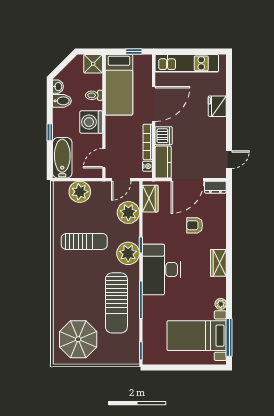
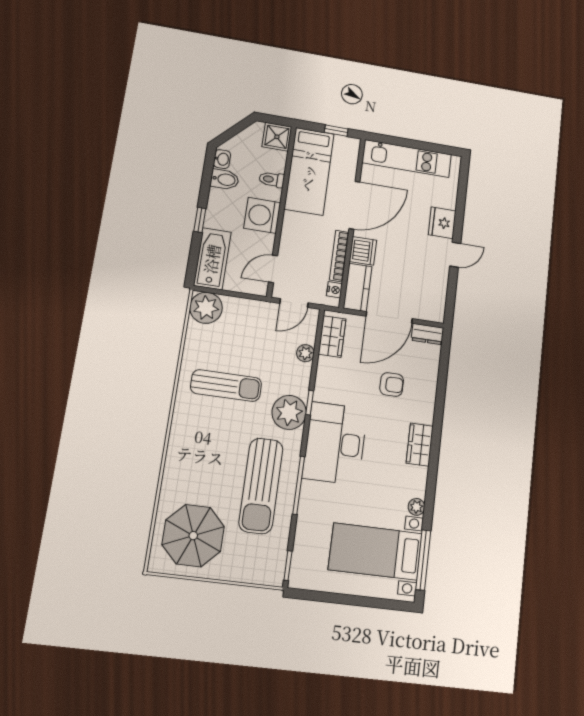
door: (229, 160) -> (455, 255), moved
plant: (80, 192) -> (206, 308), moved
plant: (128, 213) -> (305, 353), width x0.53, depth x0.53
armchair: (195, 225) -> (392, 385), turned 180

